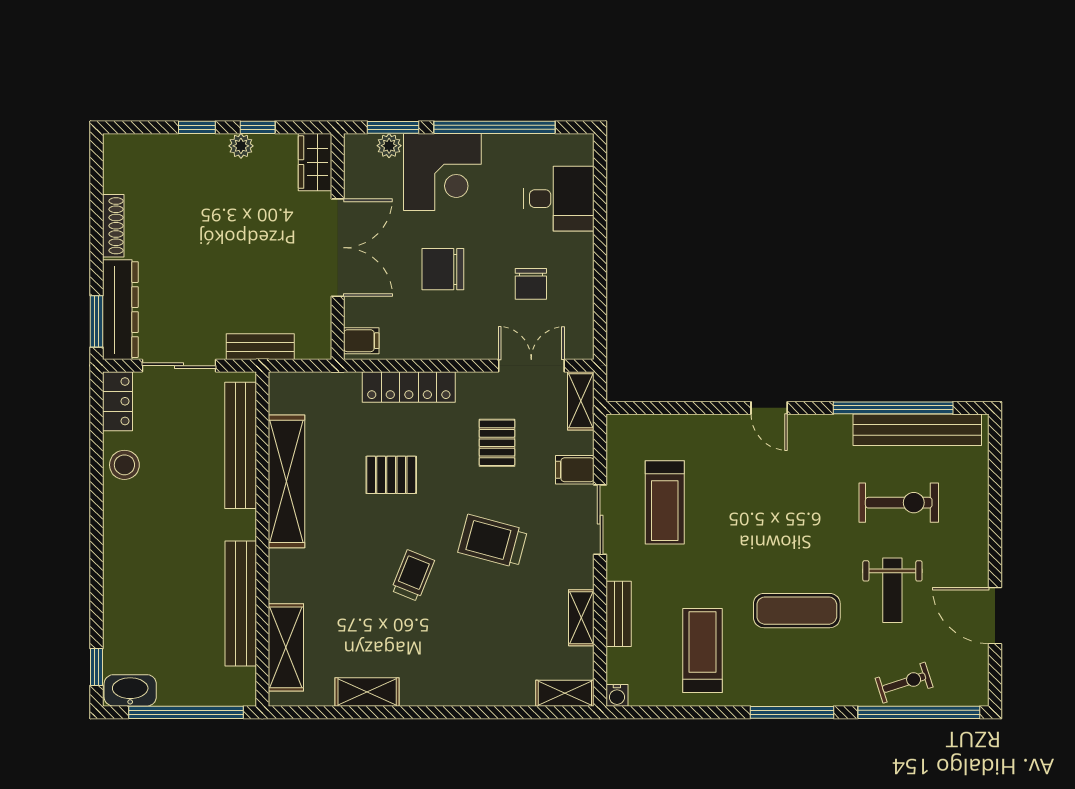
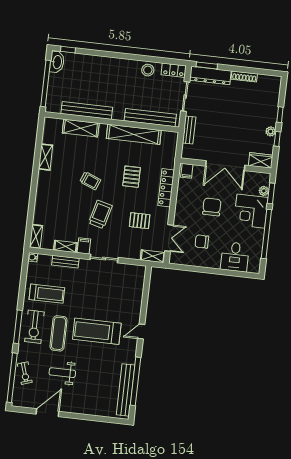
filing cabinet: (575, 470) -> (84, 246), moved
treadmill: (665, 502) -> (97, 331), moved, width x1.37, depth x1.38
exercise bike: (899, 503) -> (34, 327), moved
shelving: (286, 647) -> (81, 128), moved

